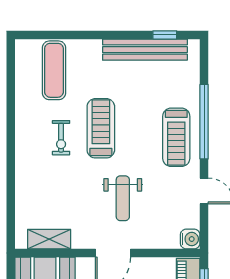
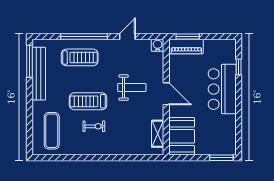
window: (165, 35) -> (30, 61), width x2.17
exercise mat: (54, 70) -> (52, 131), turned 90
treadmill: (176, 137) -> (80, 57), moved

